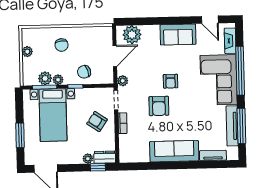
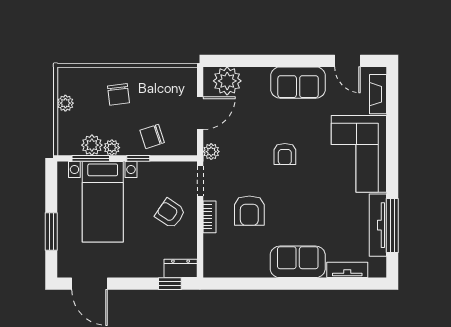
window: (240, 71) -> (392, 141), removed
armchair: (159, 106) -> (249, 211), moved
sofa: (174, 151) -> (298, 262), width x0.73
plant: (88, 159) -> (155, 270), removed

